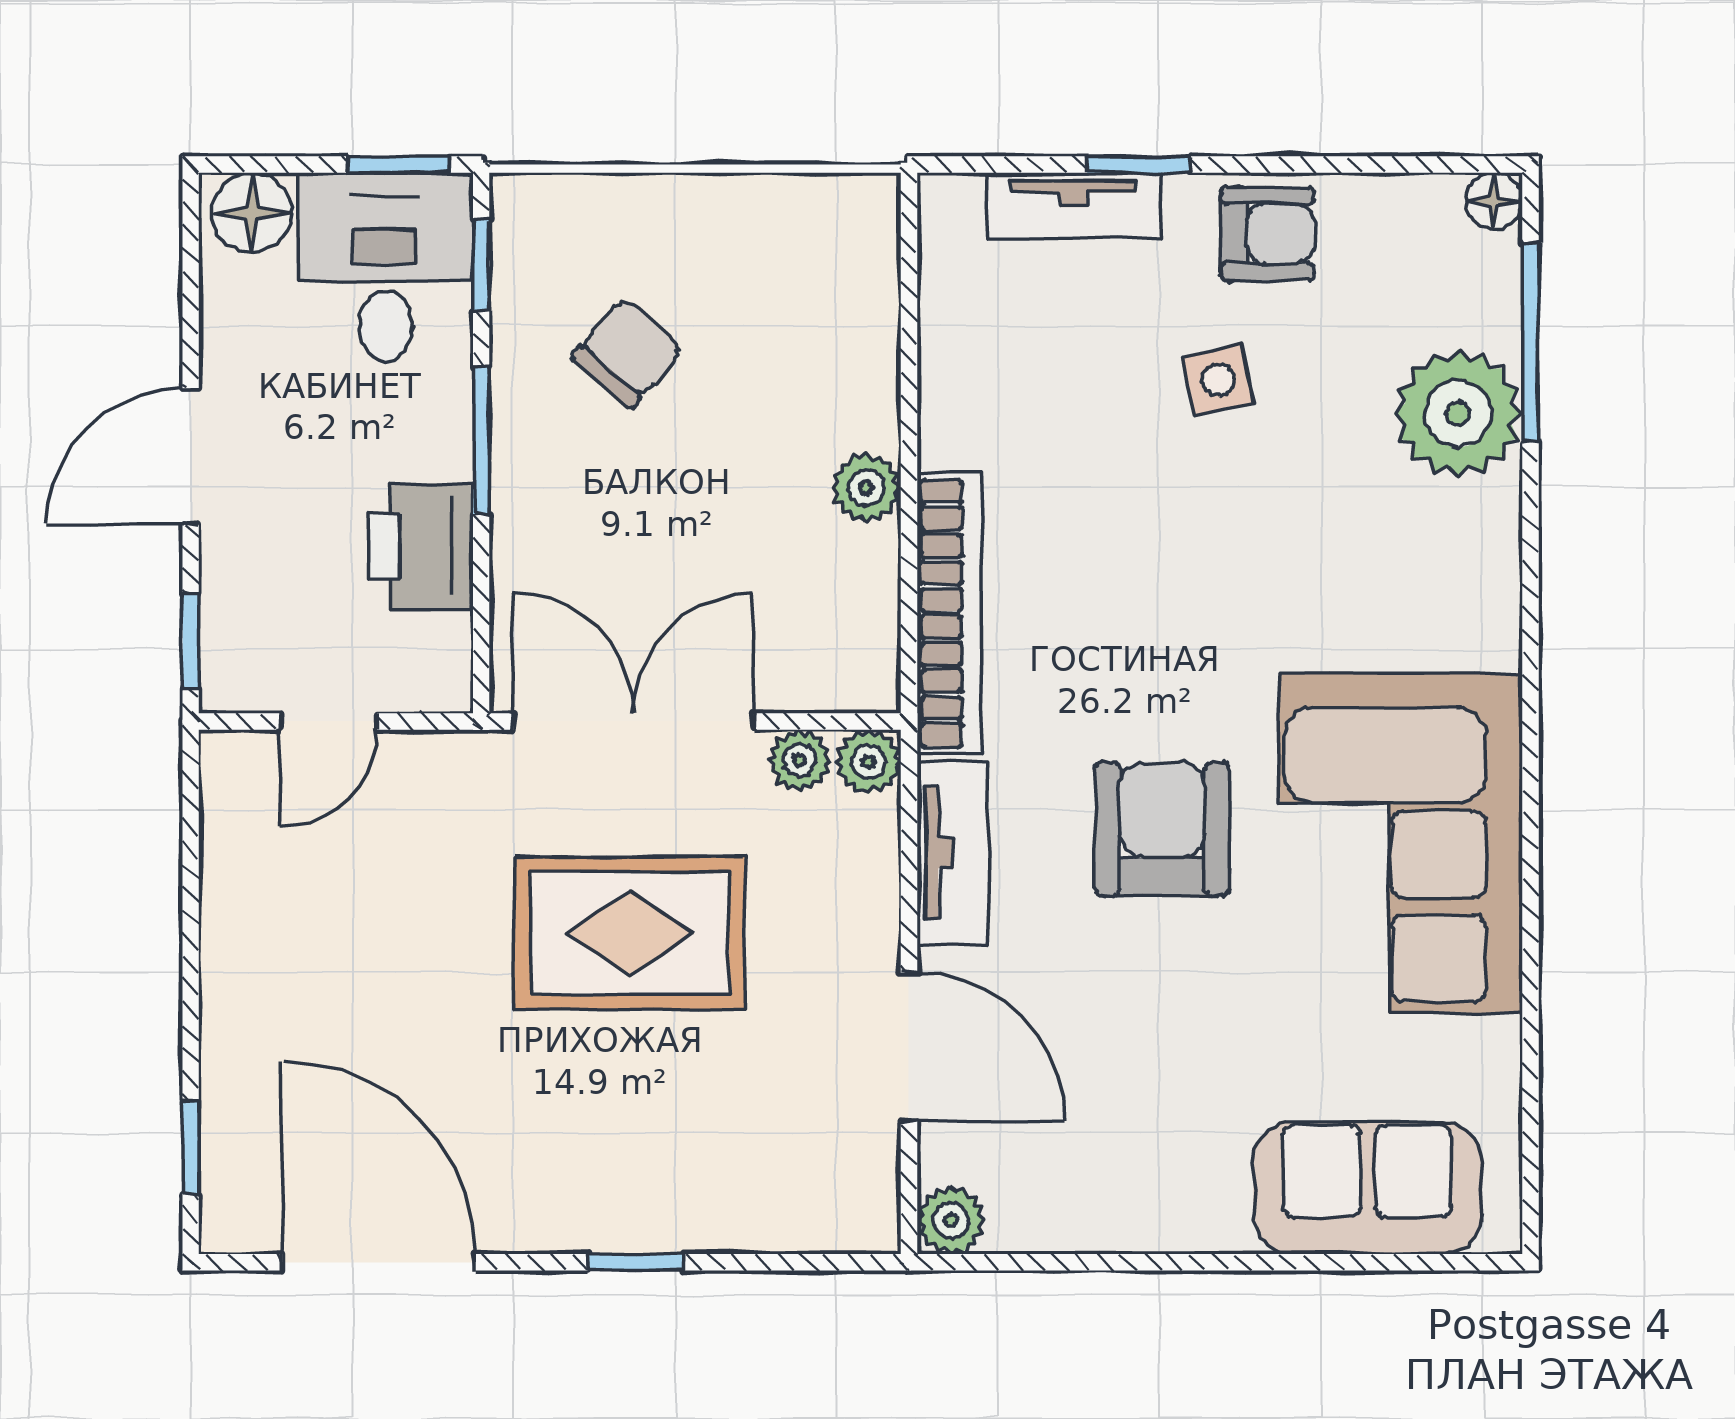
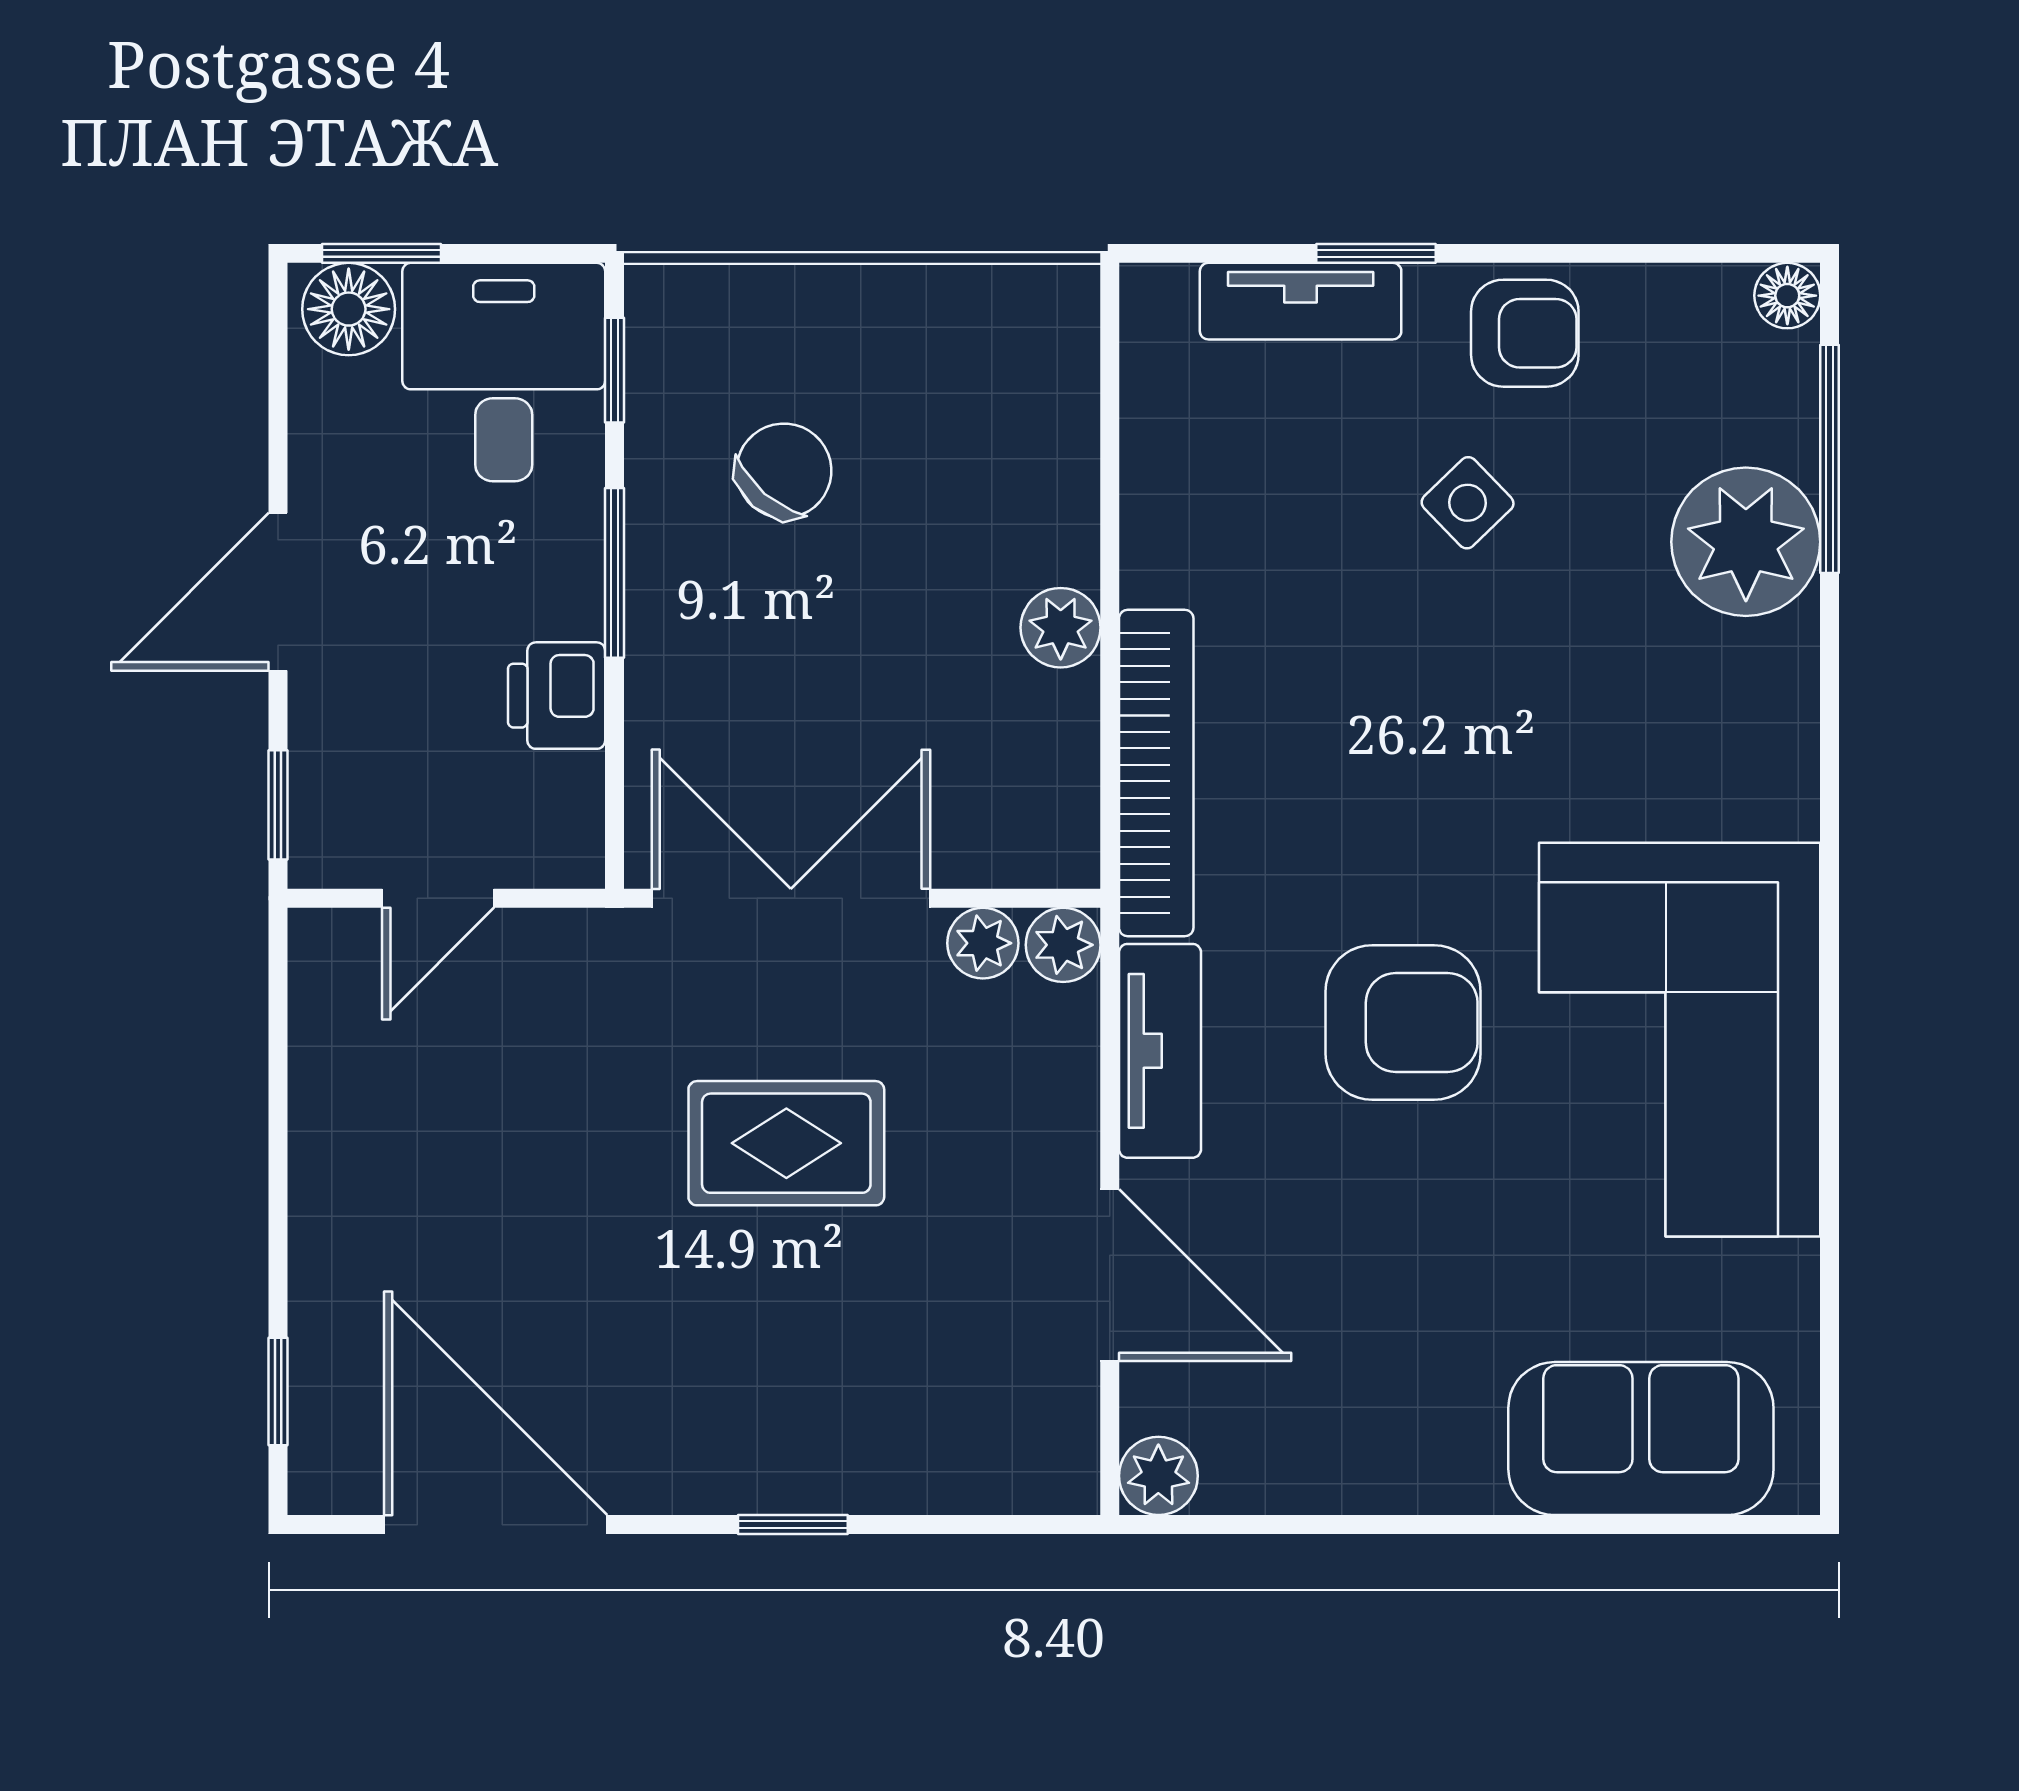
window: (399, 165) -> (381, 253), moved
side table: (1218, 380) -> (1468, 503), turned -33
printer: (421, 546) -> (557, 696), width x0.73, depth x0.81
armchair: (1162, 829) -> (1403, 1023), turned 90
rug: (630, 933) -> (786, 1143), width x0.73, depth x0.70

